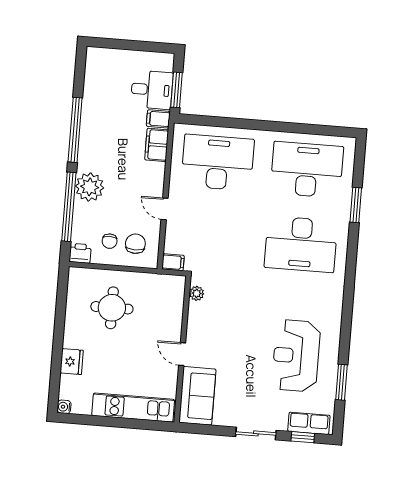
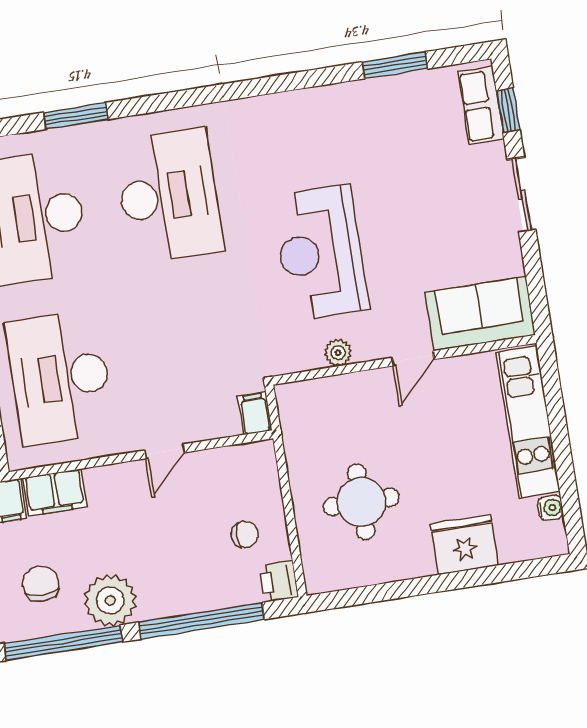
plant: (90, 187) -> (110, 600), moved
chair: (135, 244) -> (41, 584), moved, turned 90
plant: (197, 293) -> (338, 353), moved
reception desk: (296, 356) -> (320, 253), moved, turned 90
fridge: (72, 362) -> (464, 545), width x1.36, depth x1.34
water cooler: (64, 407) -> (551, 508), moved, turned -90

